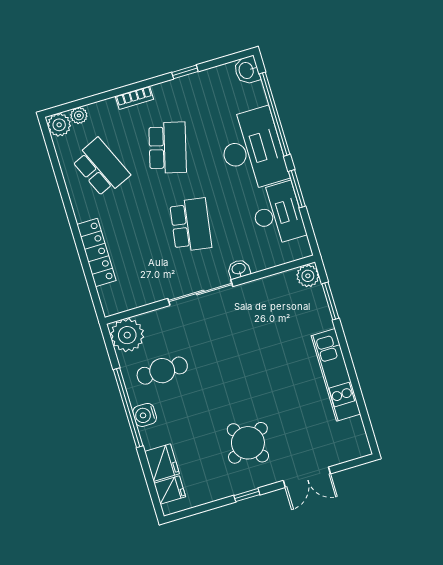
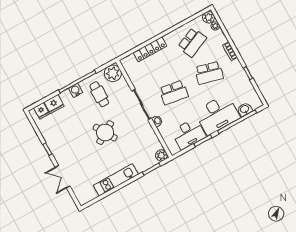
washbasin: (247, 70) -> (245, 109), moved
round table: (248, 443) -> (105, 133), moved

